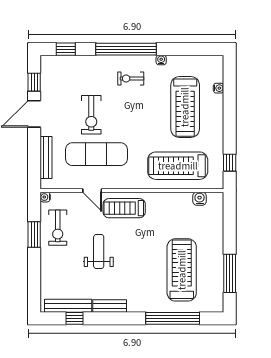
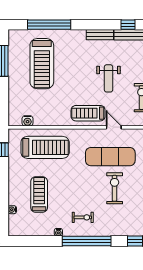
treadmill: (185, 107) -> (39, 195), width x0.73, depth x0.73
treadmill: (124, 208) -> (88, 113), turned 180

